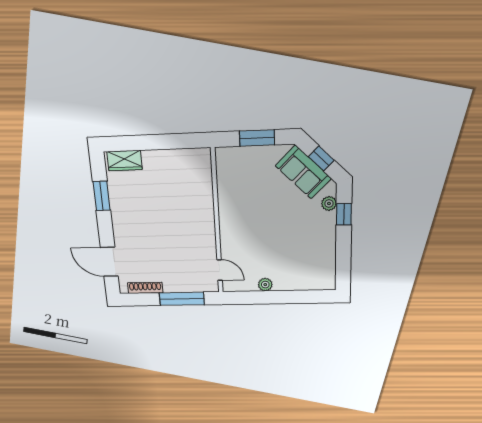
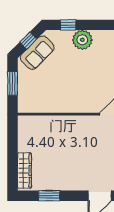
wardrobe: (124, 161) -> (24, 170), width x1.50
plant: (329, 203) -> (82, 40), moved, width x1.88, depth x1.88

